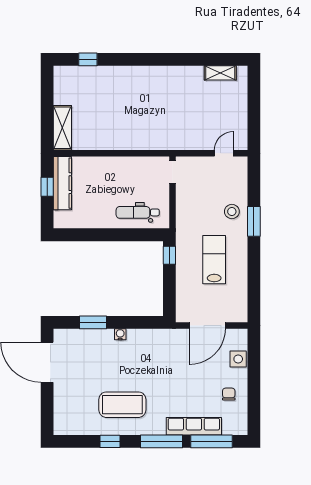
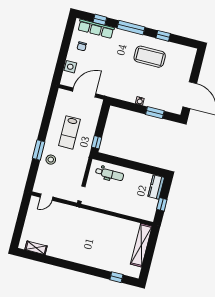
shelving: (62, 128) -> (141, 245), width x1.47
kitchen counter: (62, 183) -> (156, 187), moved, width x0.67
row of seats: (194, 426) -> (96, 29), moved
window: (212, 441) -> (100, 20), width x0.46

